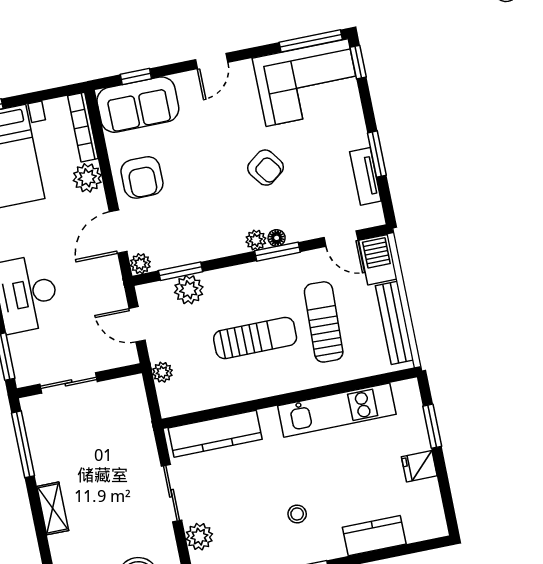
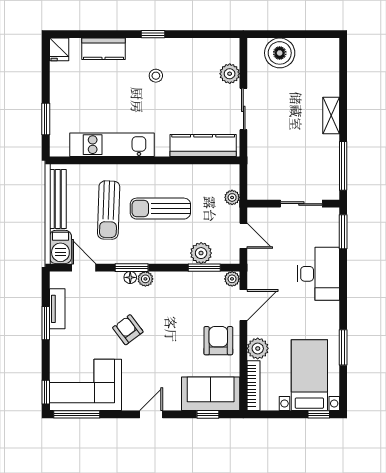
fridge: (419, 466) -> (59, 49), moved, turned 90

